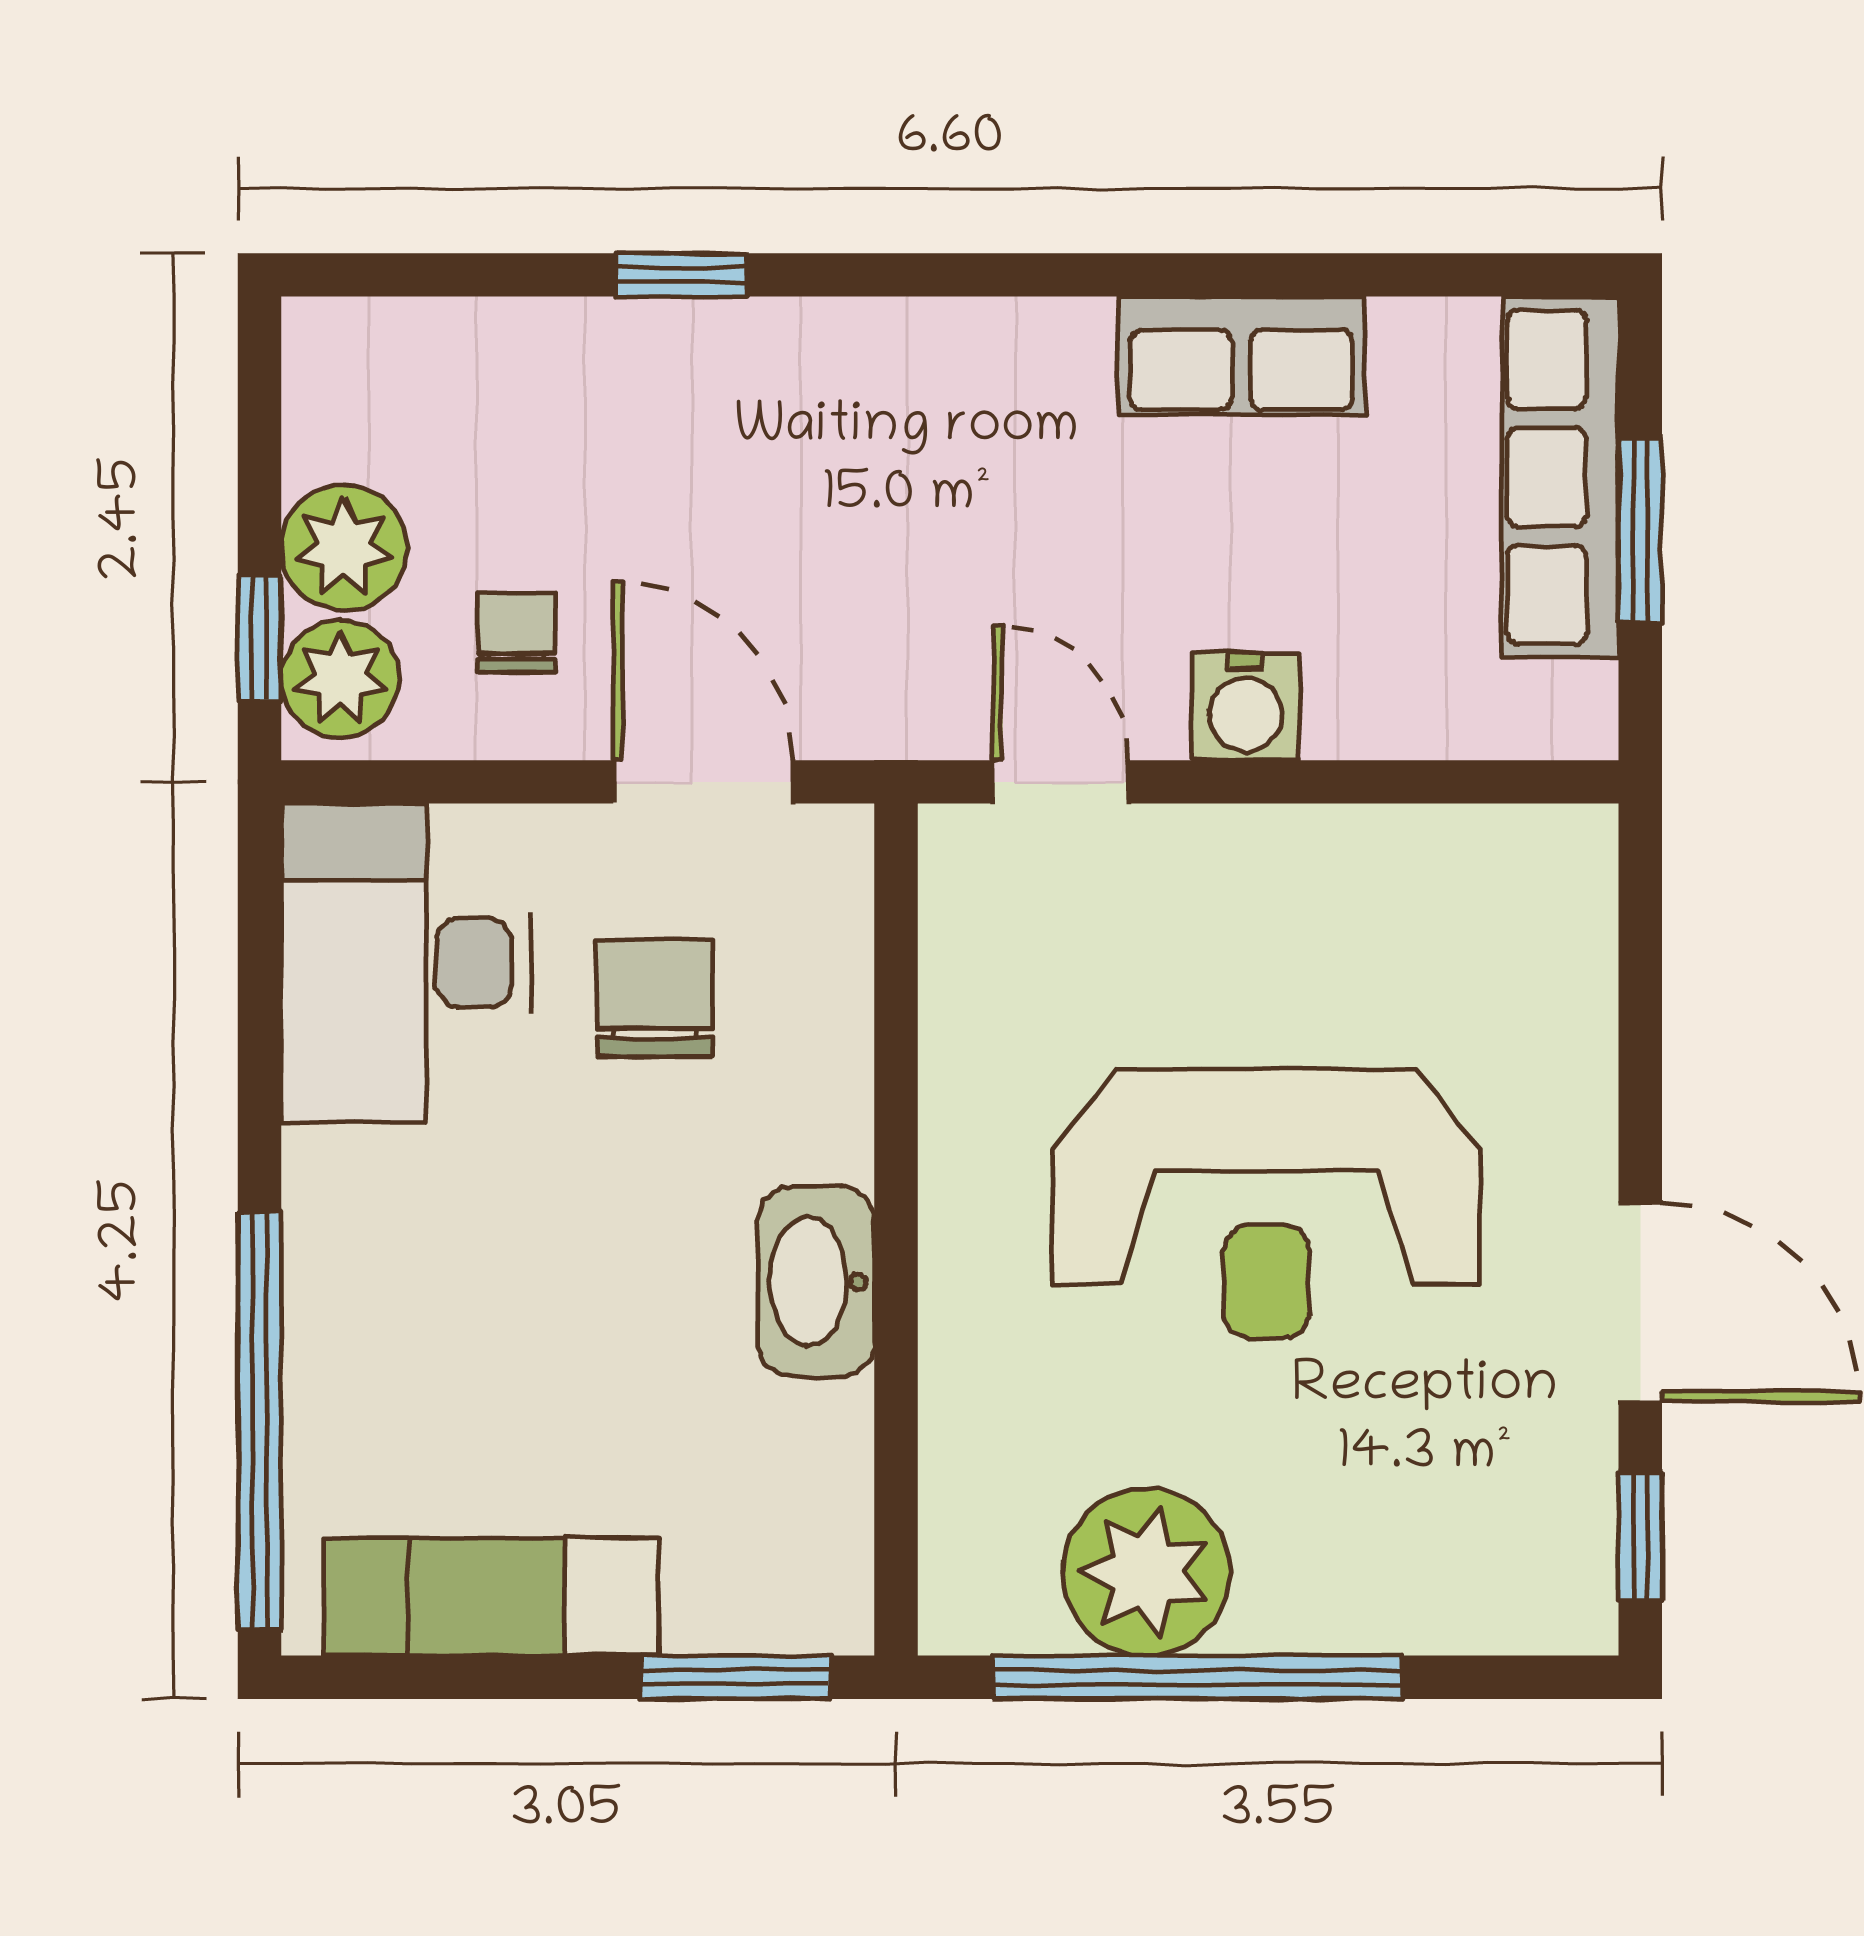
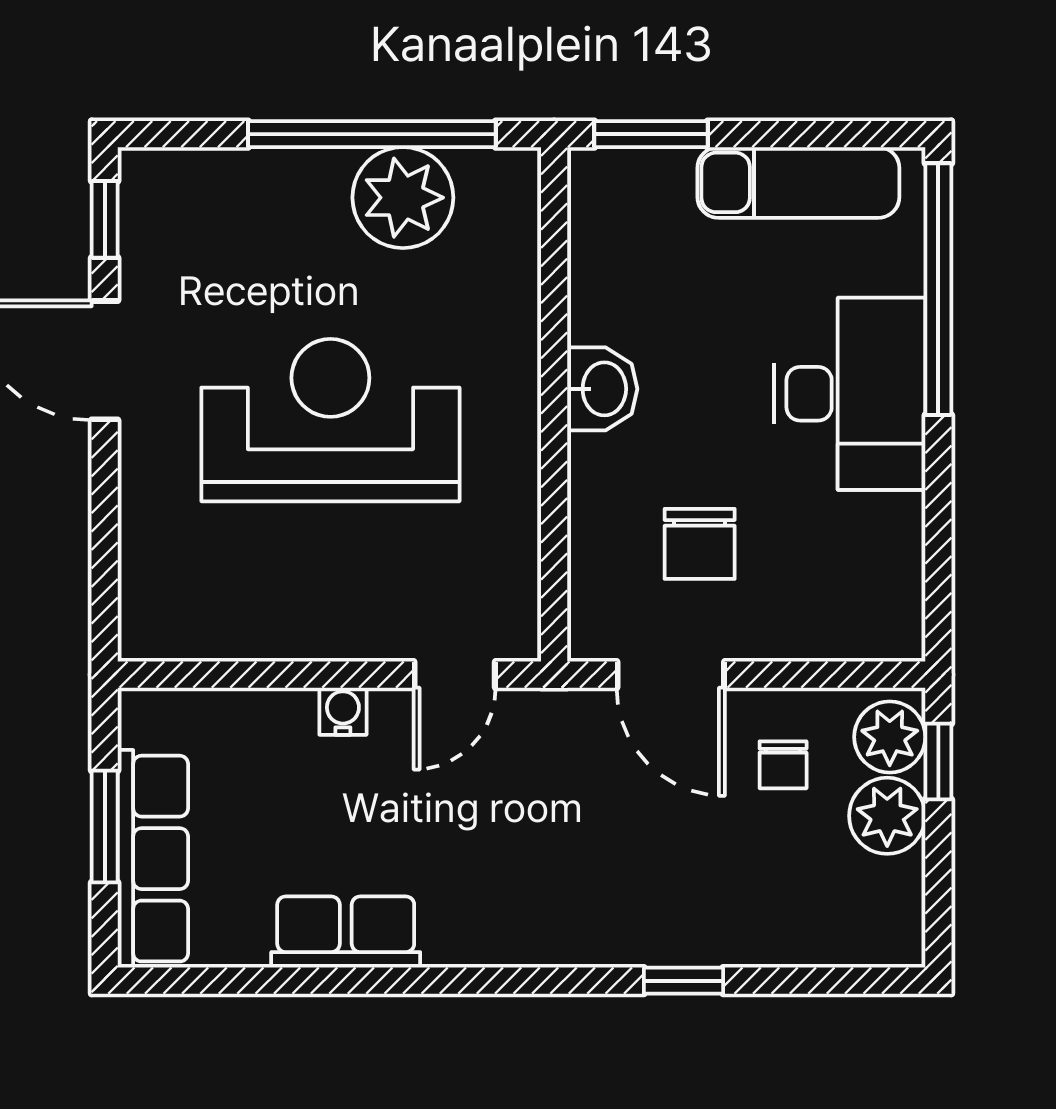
water cooler: (1246, 706) -> (343, 711), width x0.72, depth x0.72
door: (1060, 782) -> (455, 675), hinge flipped
desk: (406, 963) -> (850, 394), moved
washbasin: (816, 1282) -> (602, 389), width x0.72

